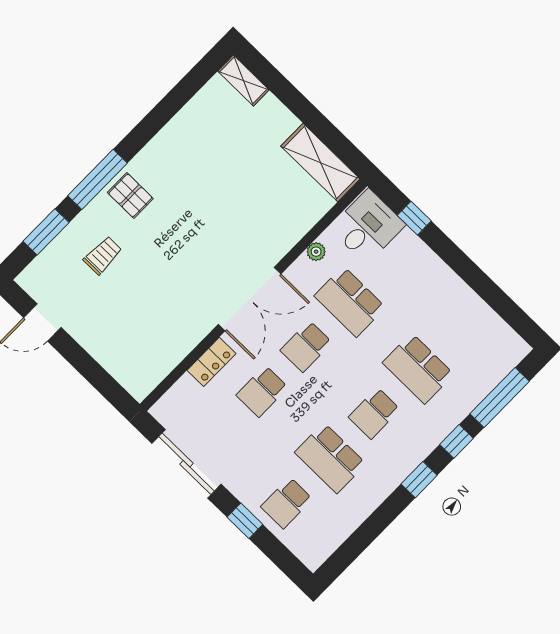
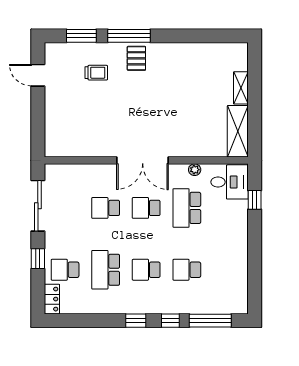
shelving: (243, 80) -> (241, 88), moved
locker: (211, 362) -> (52, 299), moved, turned -90
school desk: (418, 368) -> (187, 270), width x0.54

